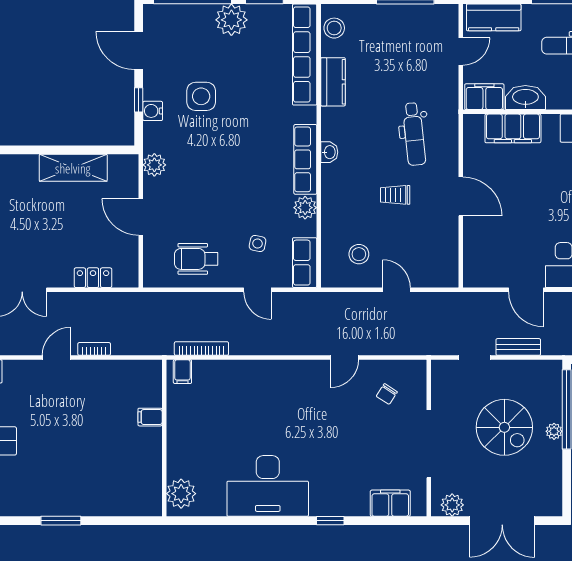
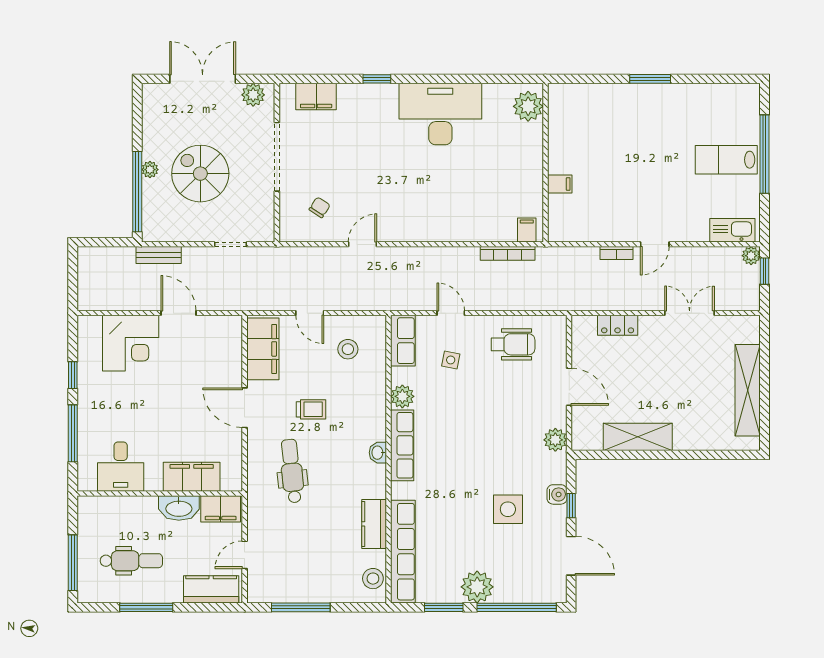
filing cabinet: (443, 254) -> (263, 349), added
bench: (518, 347) -> (159, 255), moved

